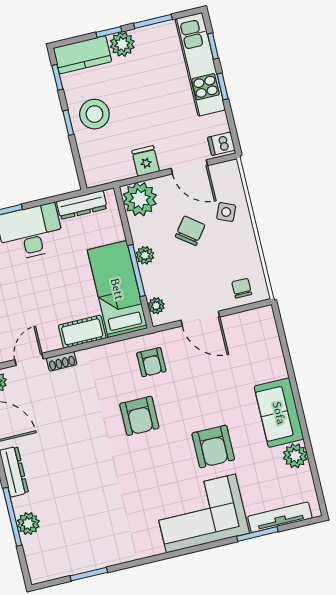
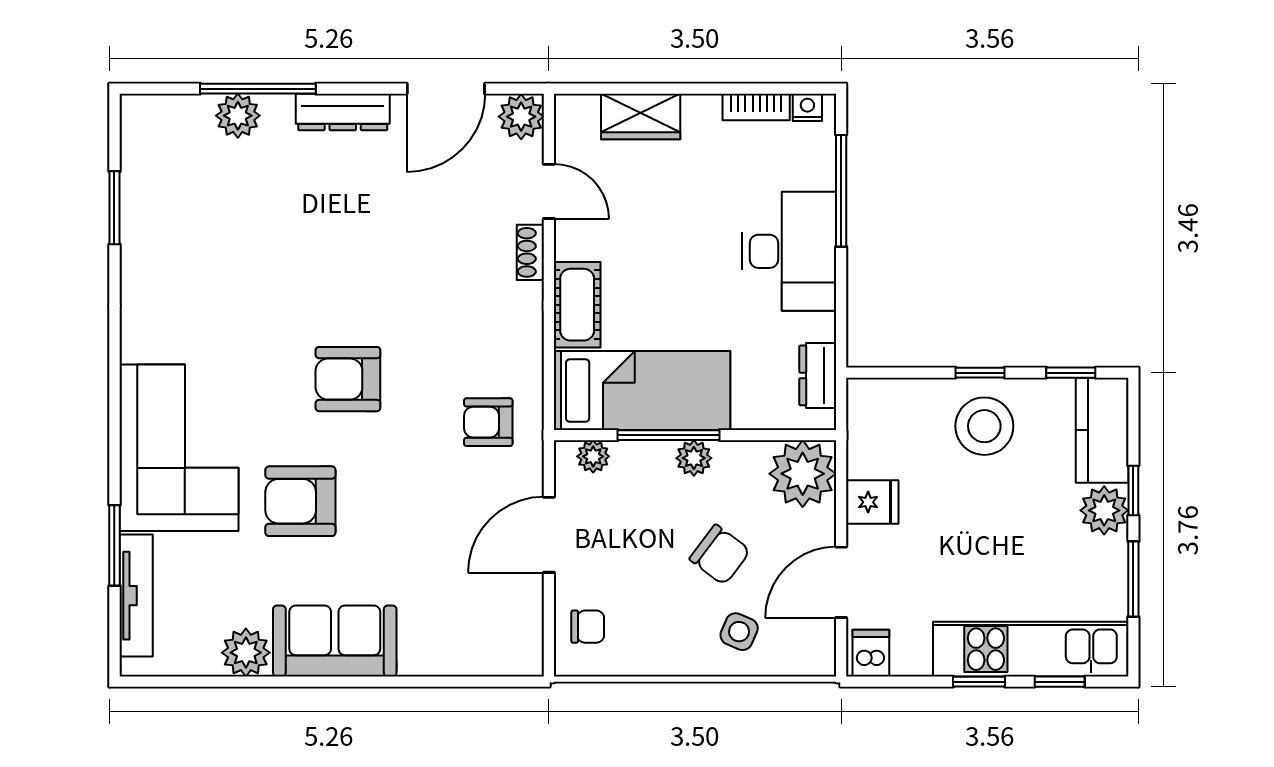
dresser: (82, 205) -> (818, 375), width x0.70
armchair: (139, 416) -> (348, 379), moved

